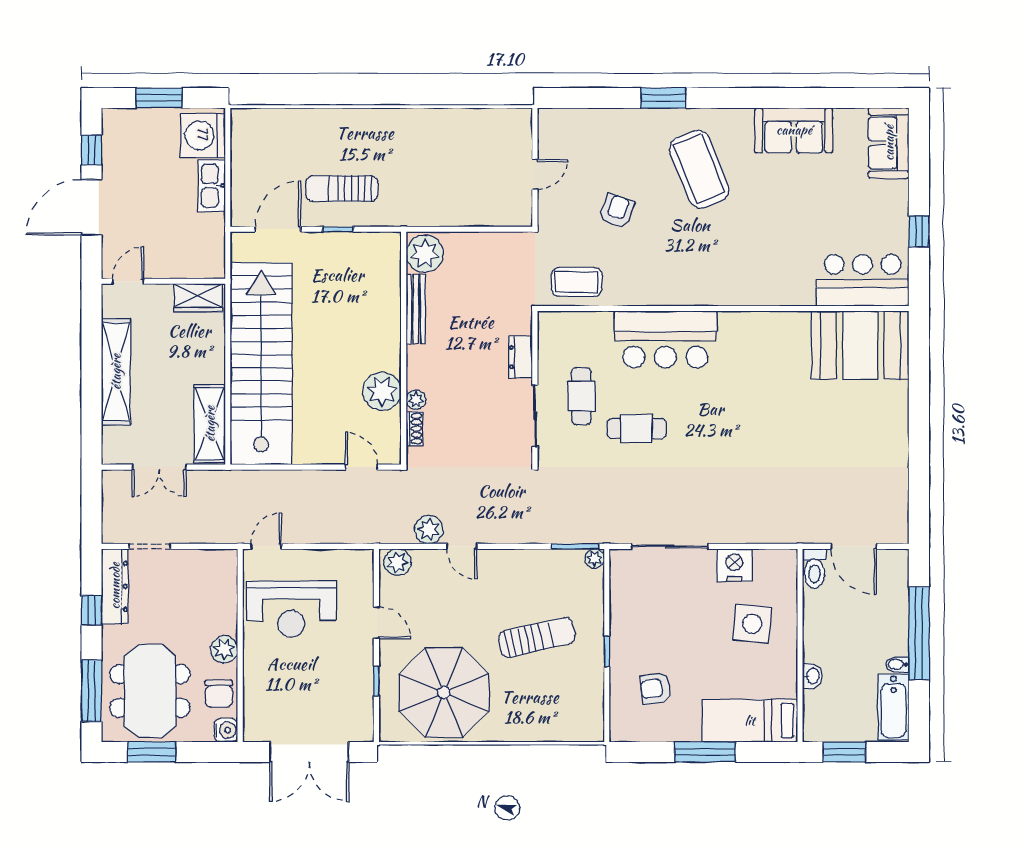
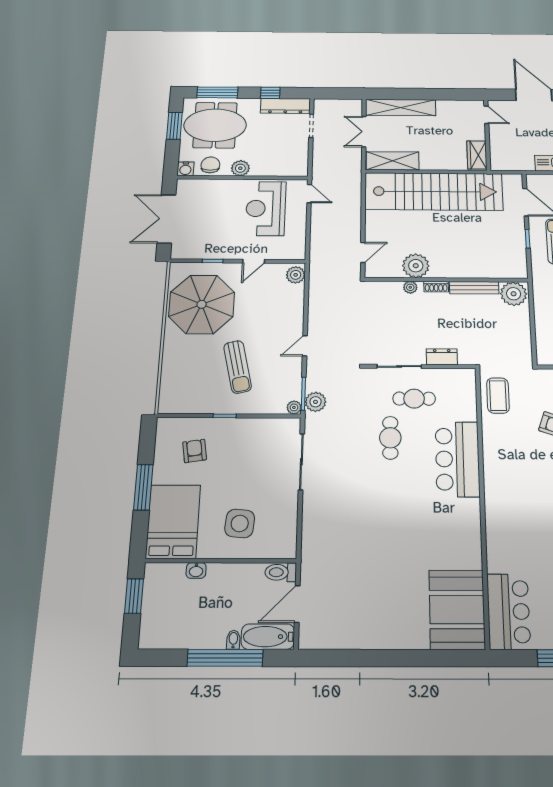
shelving: (116, 372) -> (401, 107), moved
shoe rack: (414, 429) -> (436, 287), moved
plant: (429, 530) -> (316, 402), moved
door: (462, 546) -> (305, 346), moved
nightstand: (734, 565) -> (286, 510), removed
bidet: (897, 664) -> (233, 640), moved
chair: (219, 694) -> (210, 165), turned 90
bathtub: (894, 707) -> (268, 637), moved
bed: (750, 721) -> (173, 521), width x1.50

